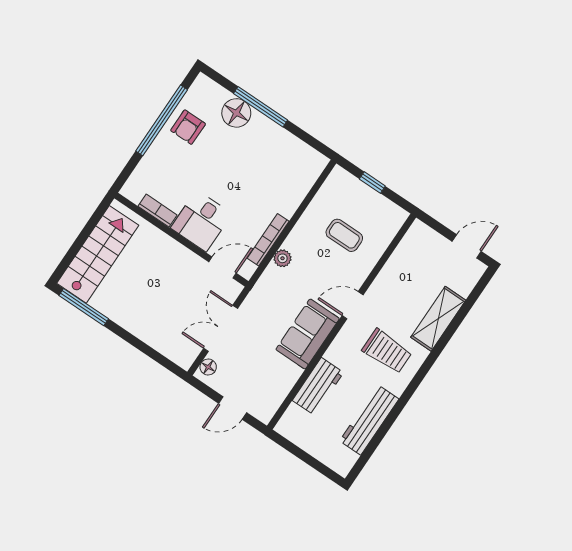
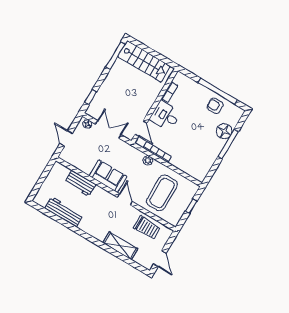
coffee table: (344, 235) -> (162, 193), width x1.86, depth x1.72
trolley: (387, 351) -> (147, 228), moved, turned -90
window: (158, 358) -> (91, 97), added

